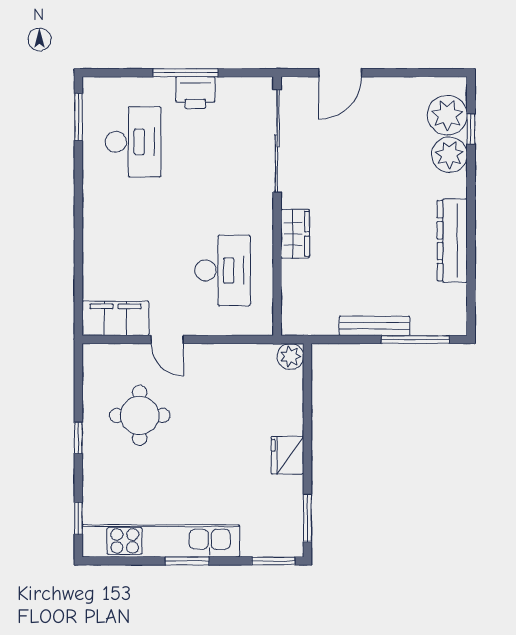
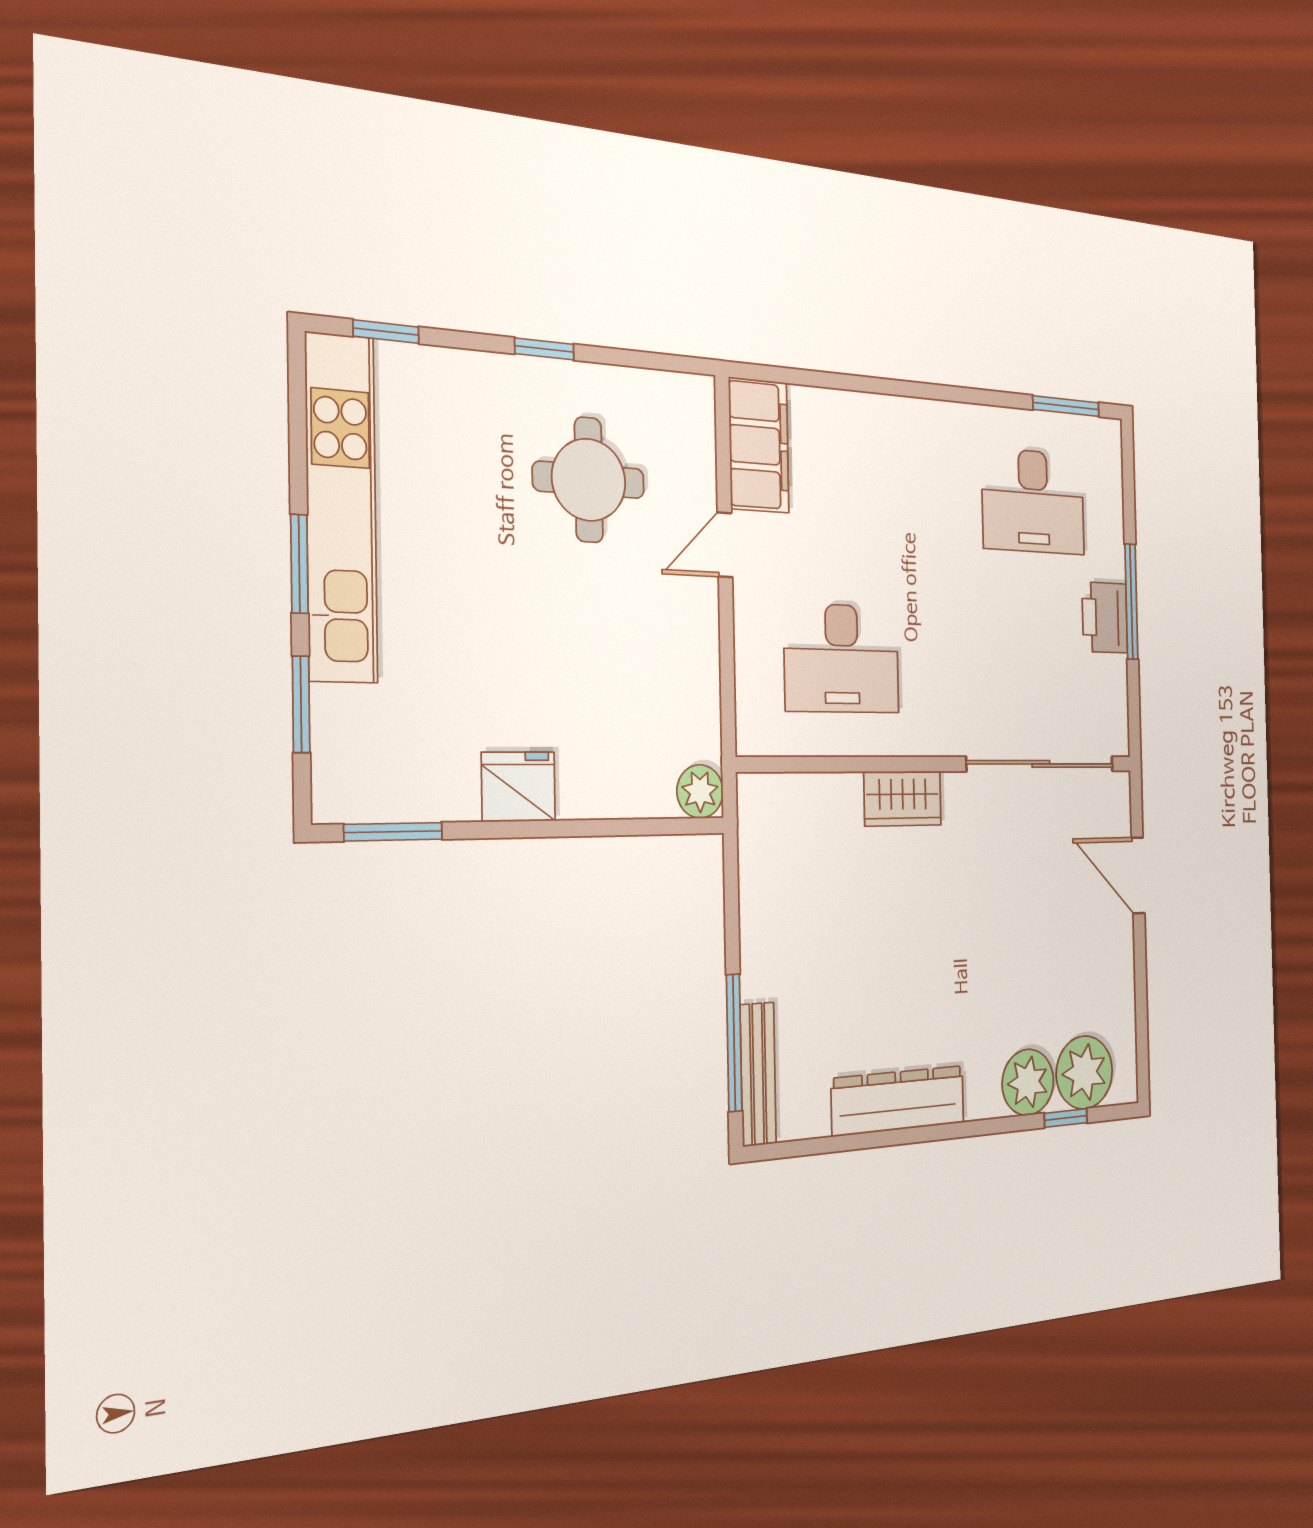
bench: (375, 326) -> (758, 1074), moved
window: (273, 561) -> (301, 704), moved

